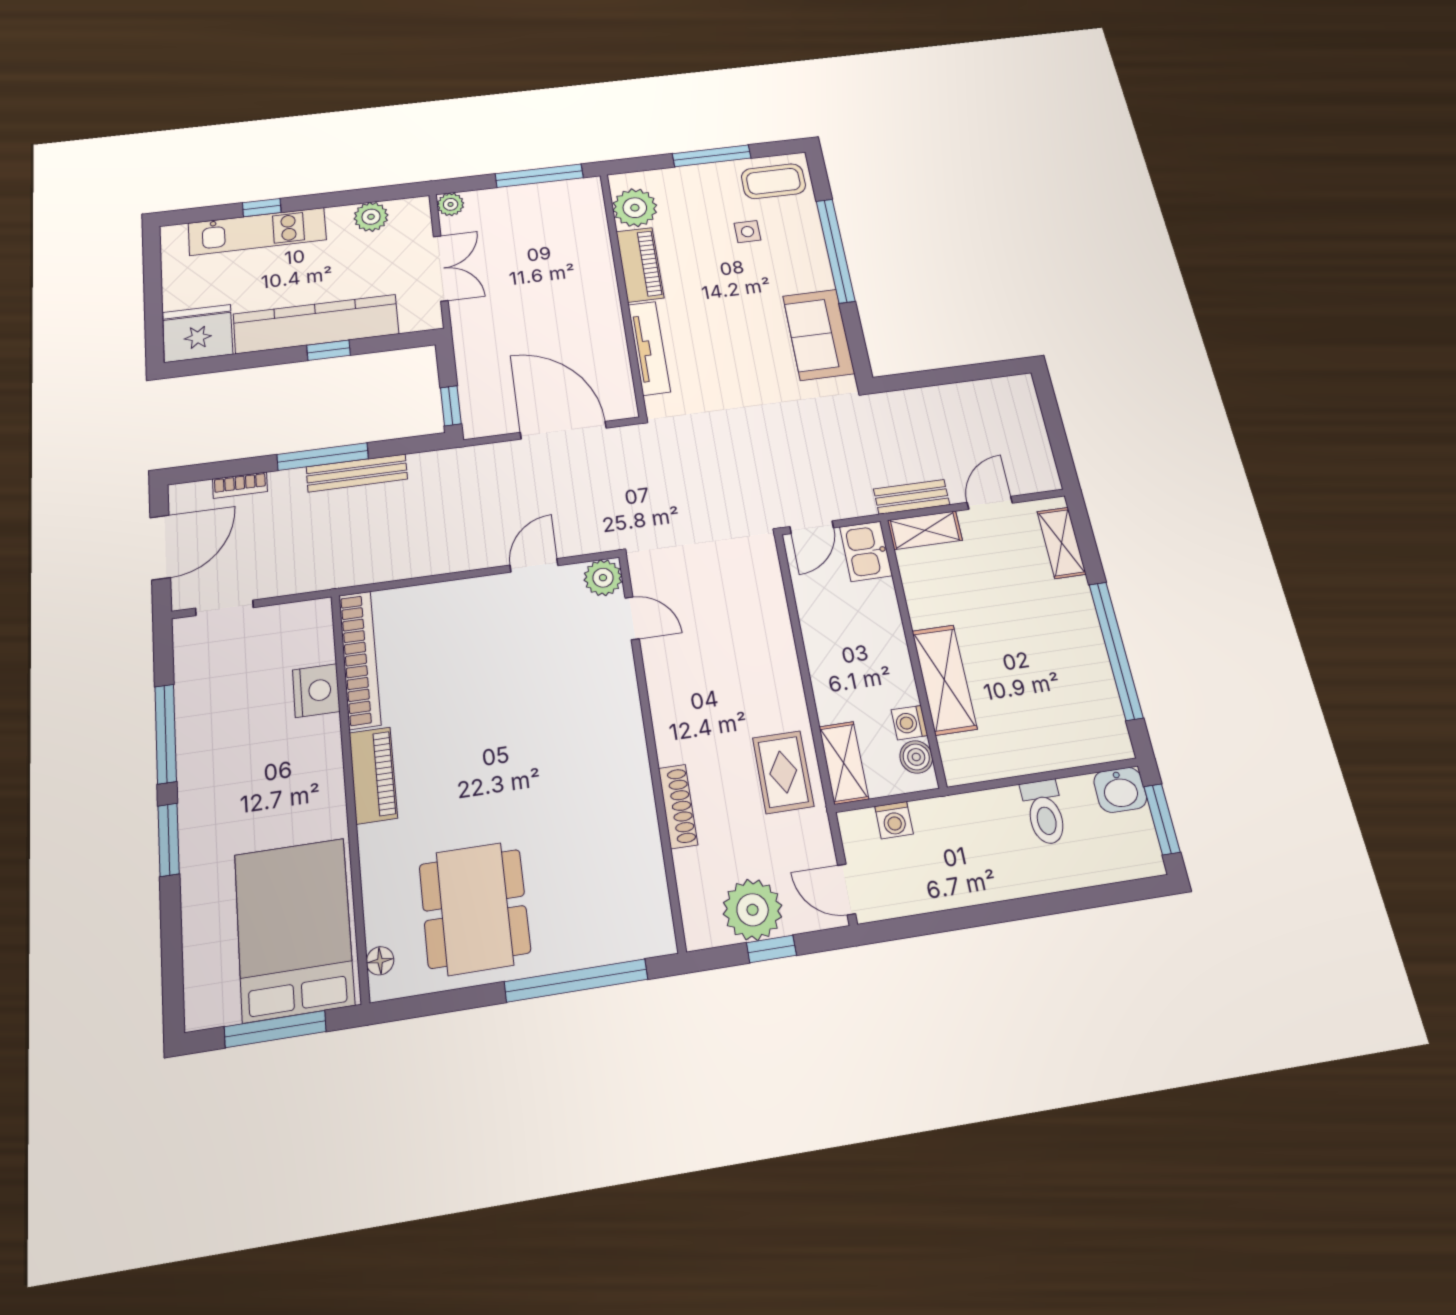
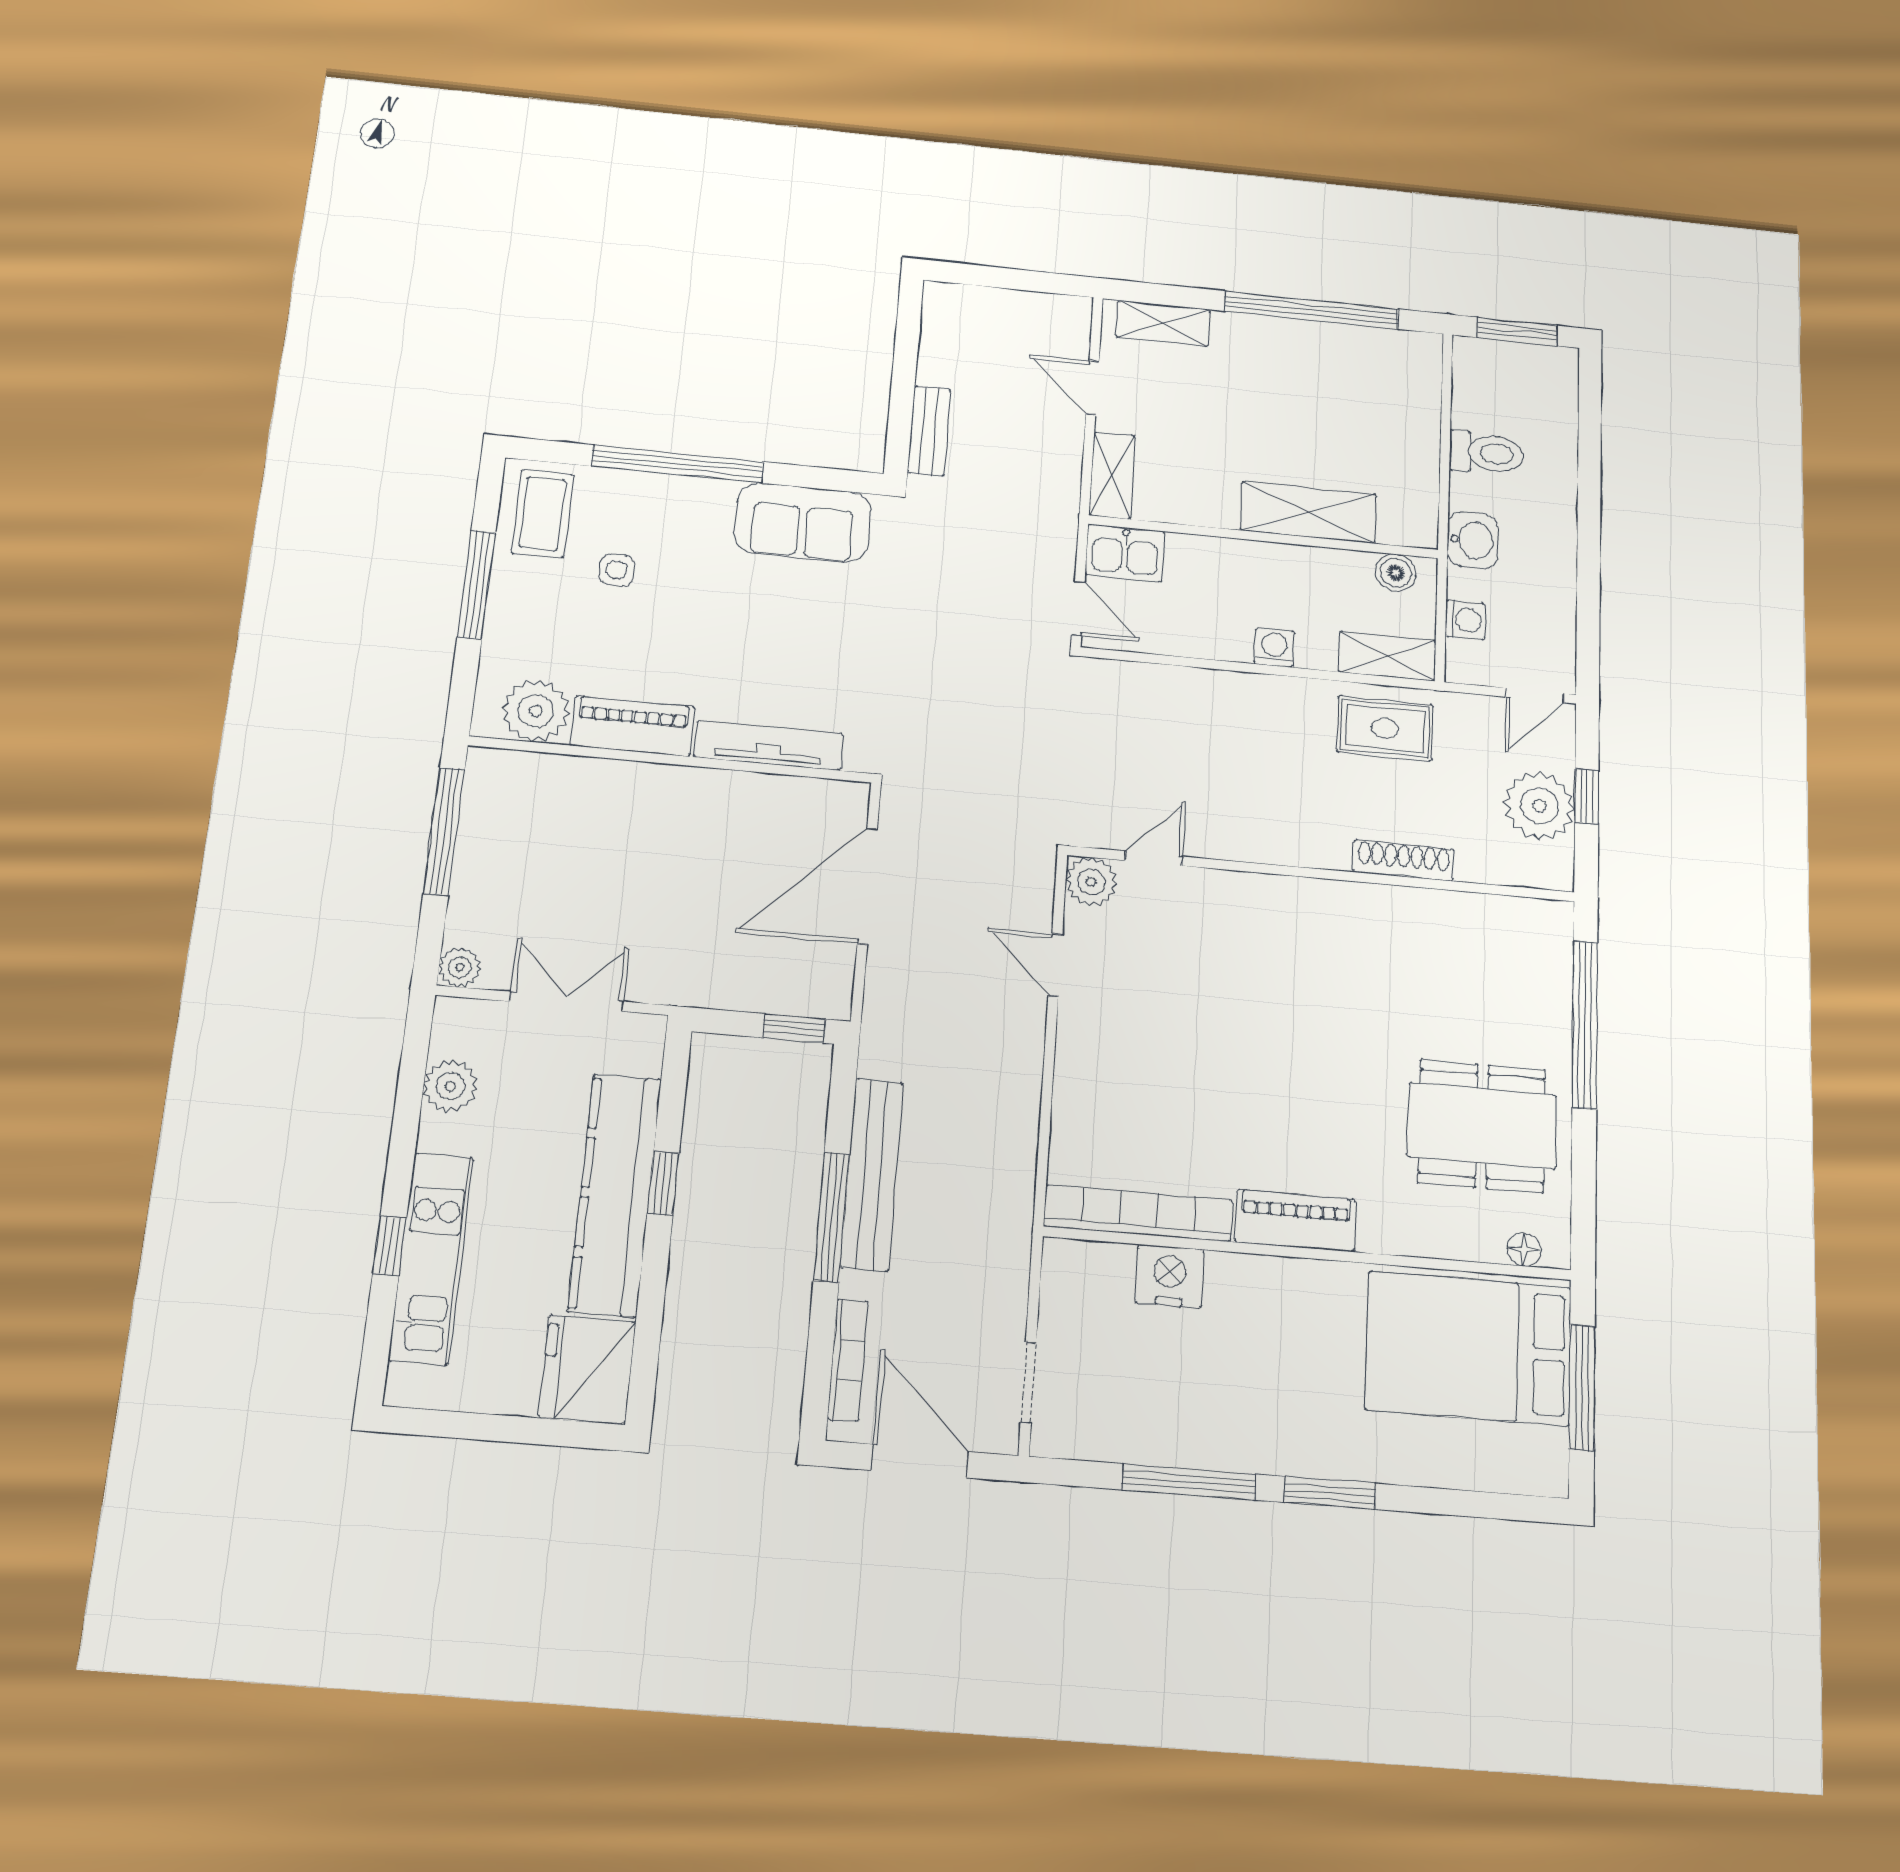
bench: (357, 473) -> (872, 1174), width x1.37, depth x1.21
bookcase: (240, 485) -> (848, 1360), width x1.56
bench: (912, 497) -> (929, 431), moved
washing machine: (910, 723) -> (1274, 648), moved, turned 180
washbasin: (1120, 790) -> (1473, 540), moved

